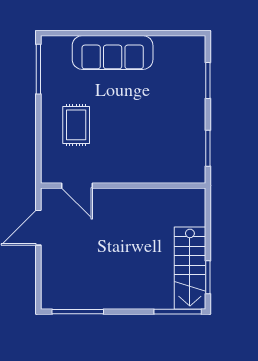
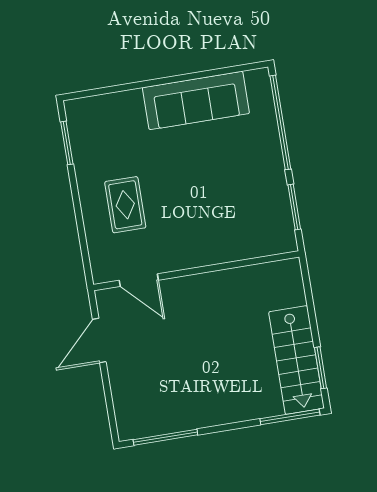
sofa: (113, 53) -> (196, 100), moved
window: (38, 69) -> (67, 143), width x0.69
window: (208, 80) -> (280, 122), width x2.11

